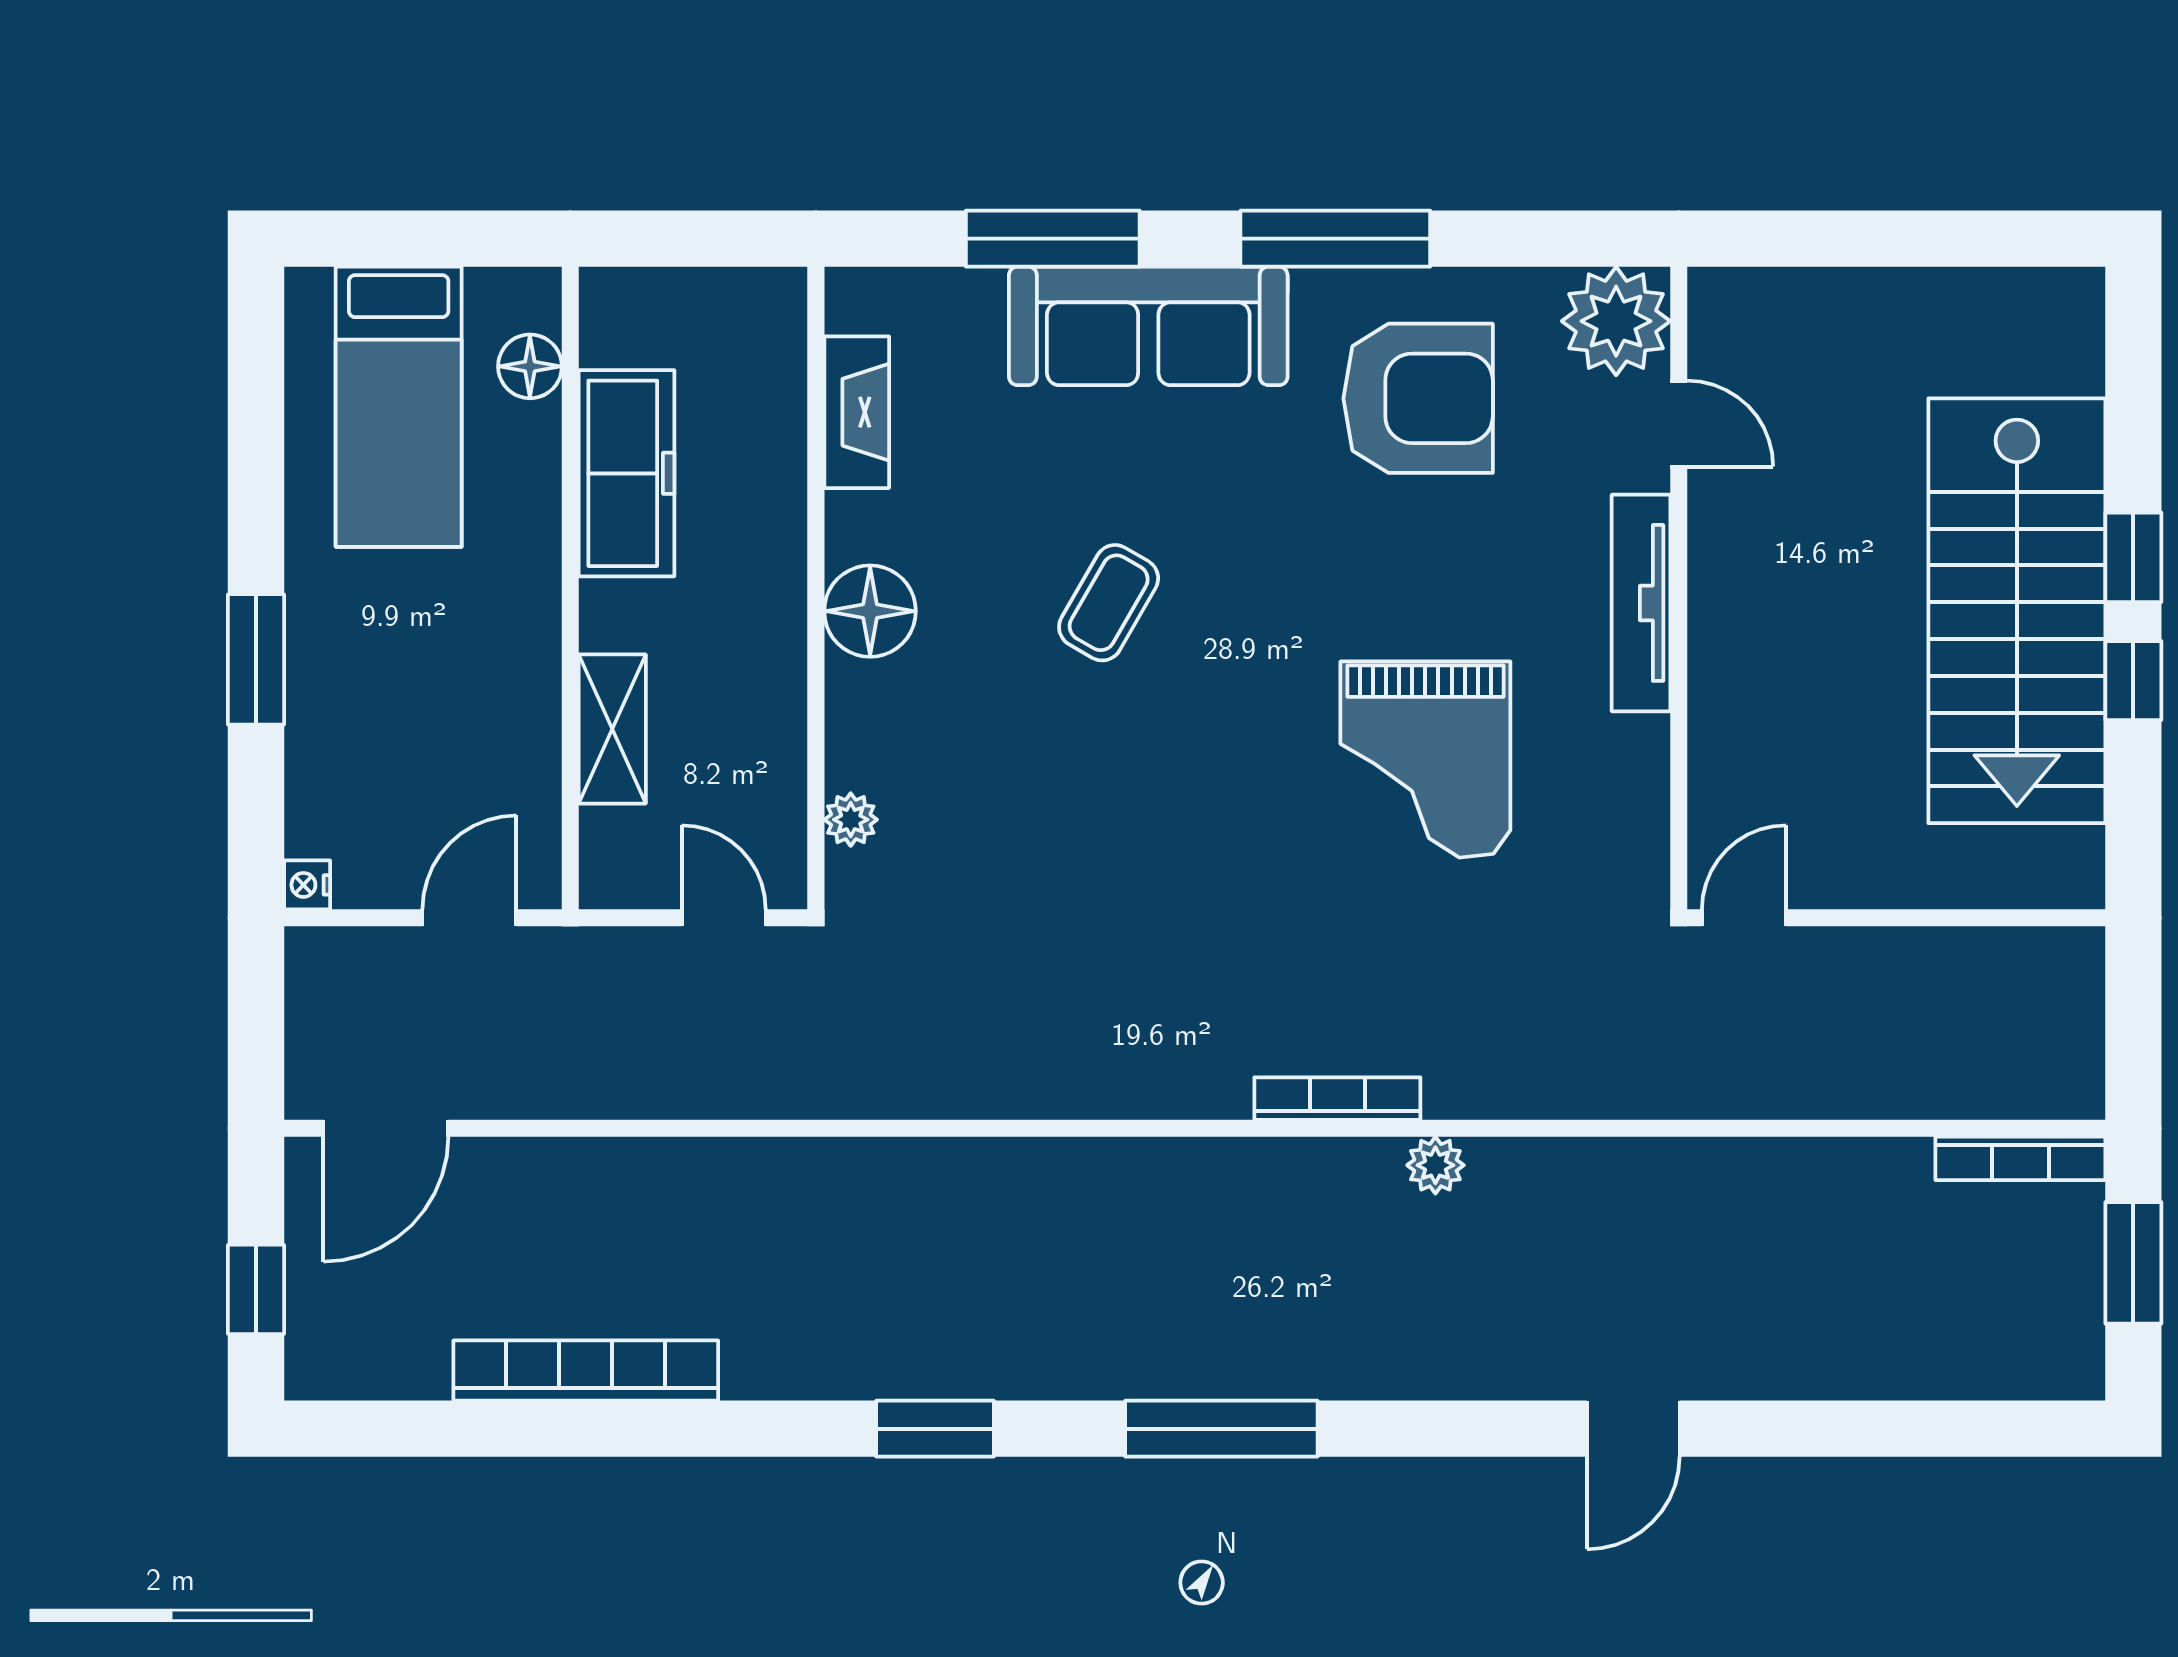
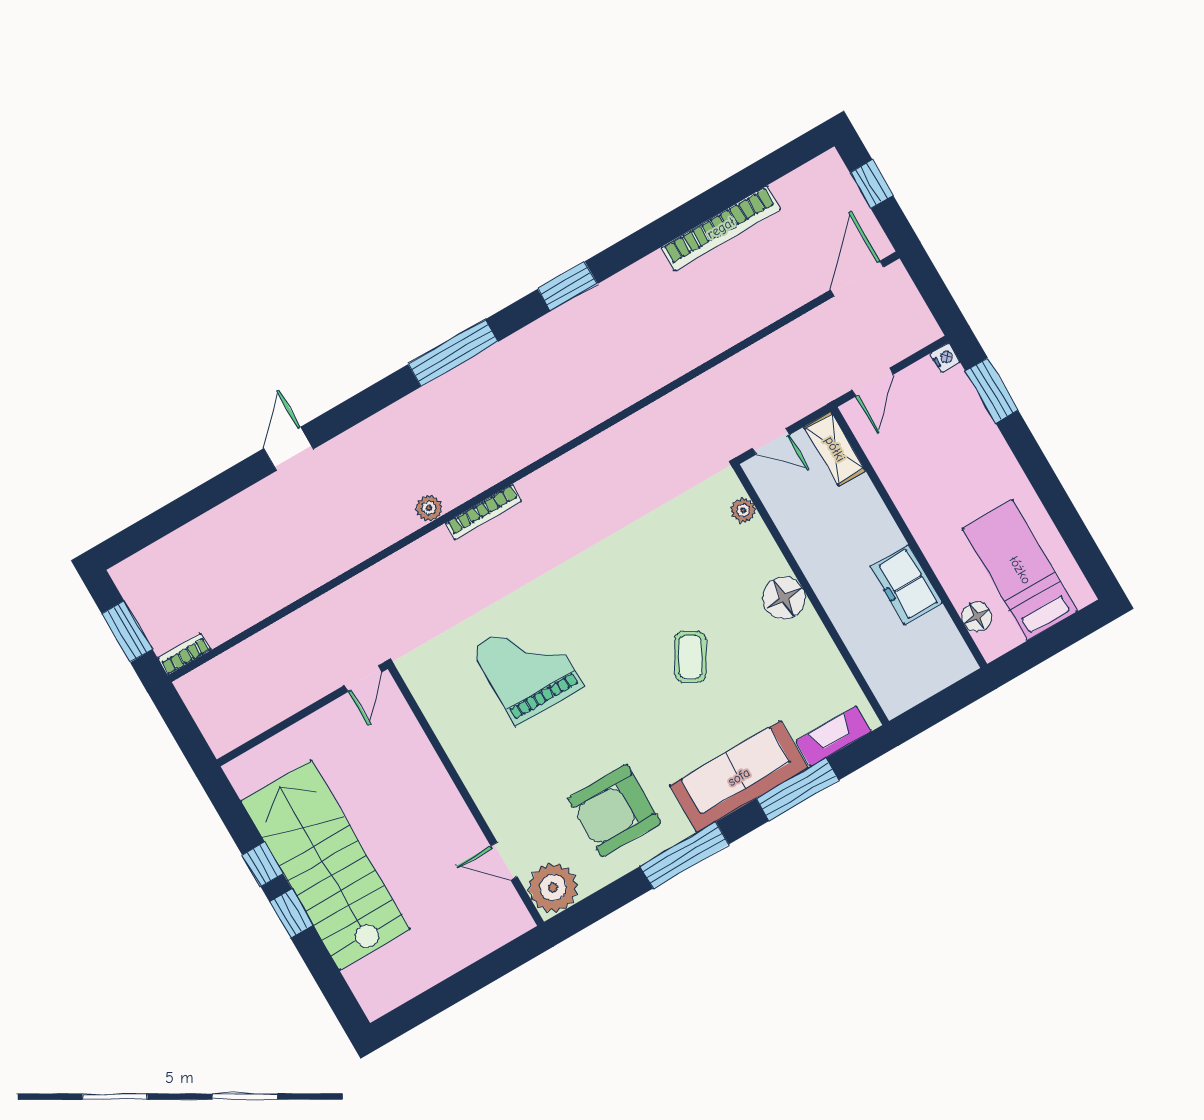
fireplace: (857, 412) -> (833, 736), moved, turned 90
freezer: (627, 473) -> (906, 585), width x0.71
tv unit: (1641, 603) -> (477, 781), removed
window: (256, 659) -> (992, 391), moved
shelving: (612, 729) -> (835, 449), moved
bookcase: (2020, 1158) -> (184, 654), width x0.64

